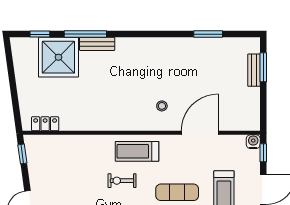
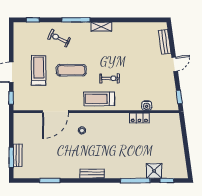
bench: (97, 44) -> (92, 174), moved
shower: (58, 57) -> (154, 171), width x0.54, depth x0.54
locker: (45, 124) -> (139, 118), moved
water cooler: (253, 142) -> (147, 106), moved
treadmill: (137, 151) -> (99, 99), turned 180

